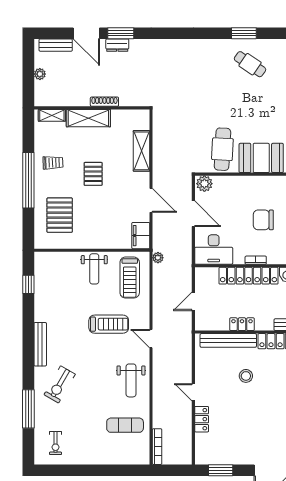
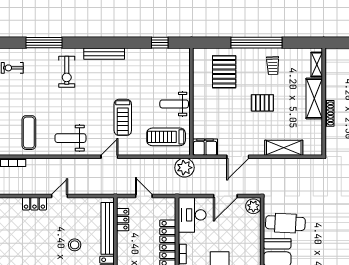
pallet: (60, 215) -> (224, 72), turned 90
plant: (158, 258) -> (184, 168), width x1.88, depth x1.88
locker: (242, 324) -> (123, 220), moved
exercise bike: (60, 384) -> (67, 72), turned -120

